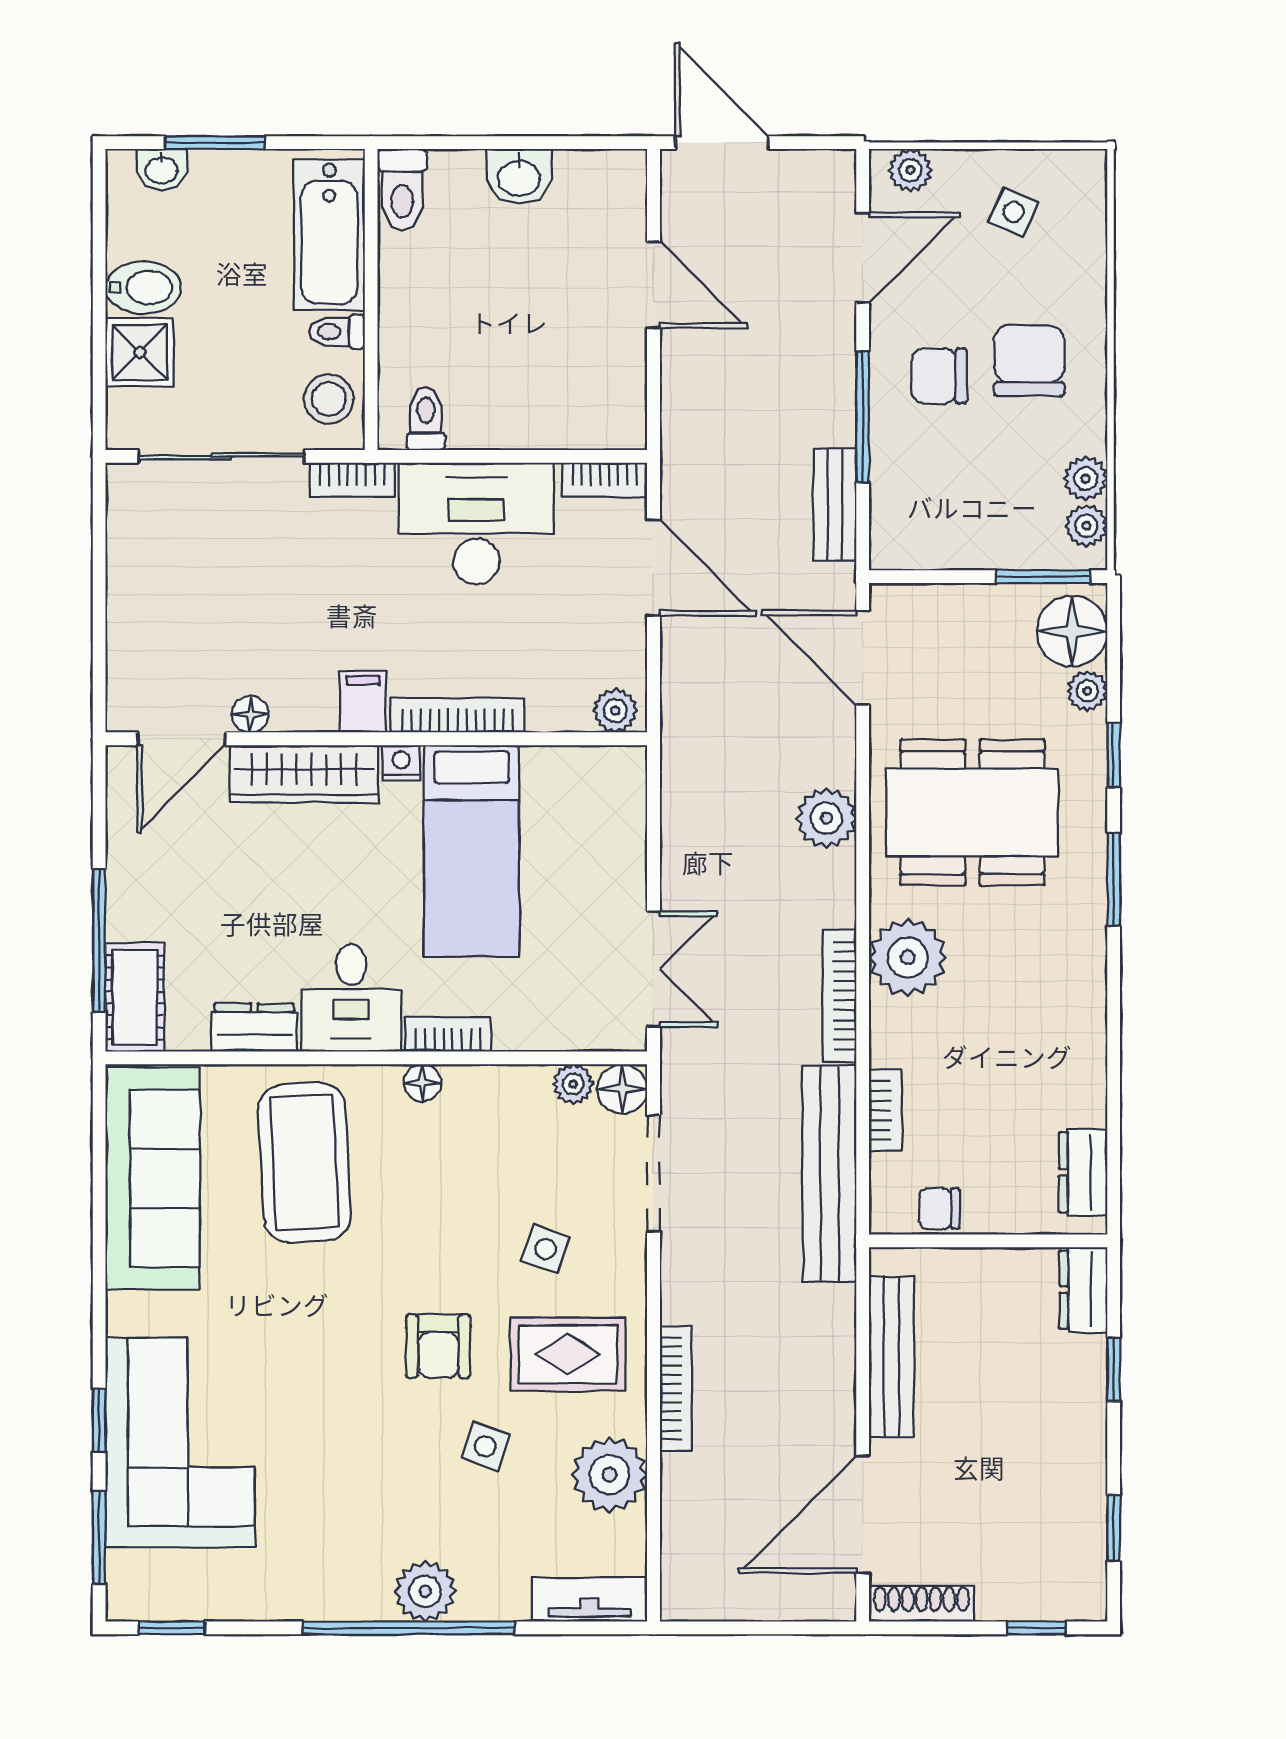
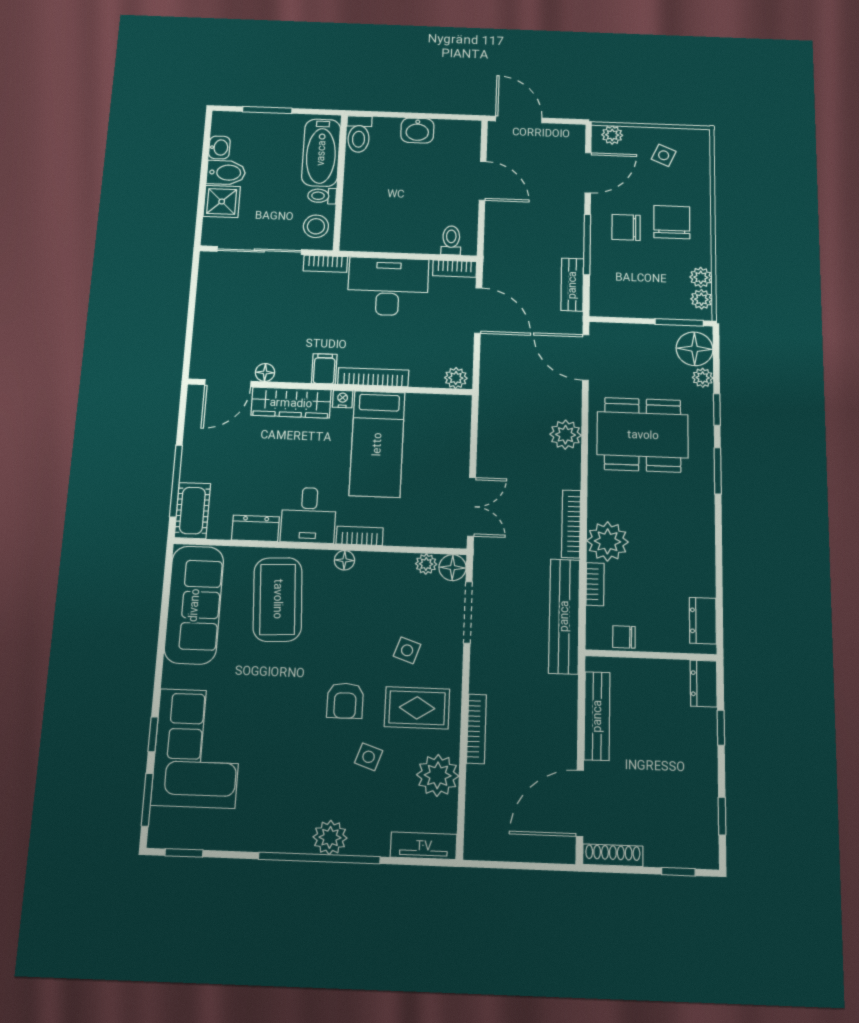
washbasin: (162, 169) -> (219, 147), moved, turned -90
toilet: (426, 419) -> (451, 240), moved
plant: (908, 958) -> (608, 541), moved

